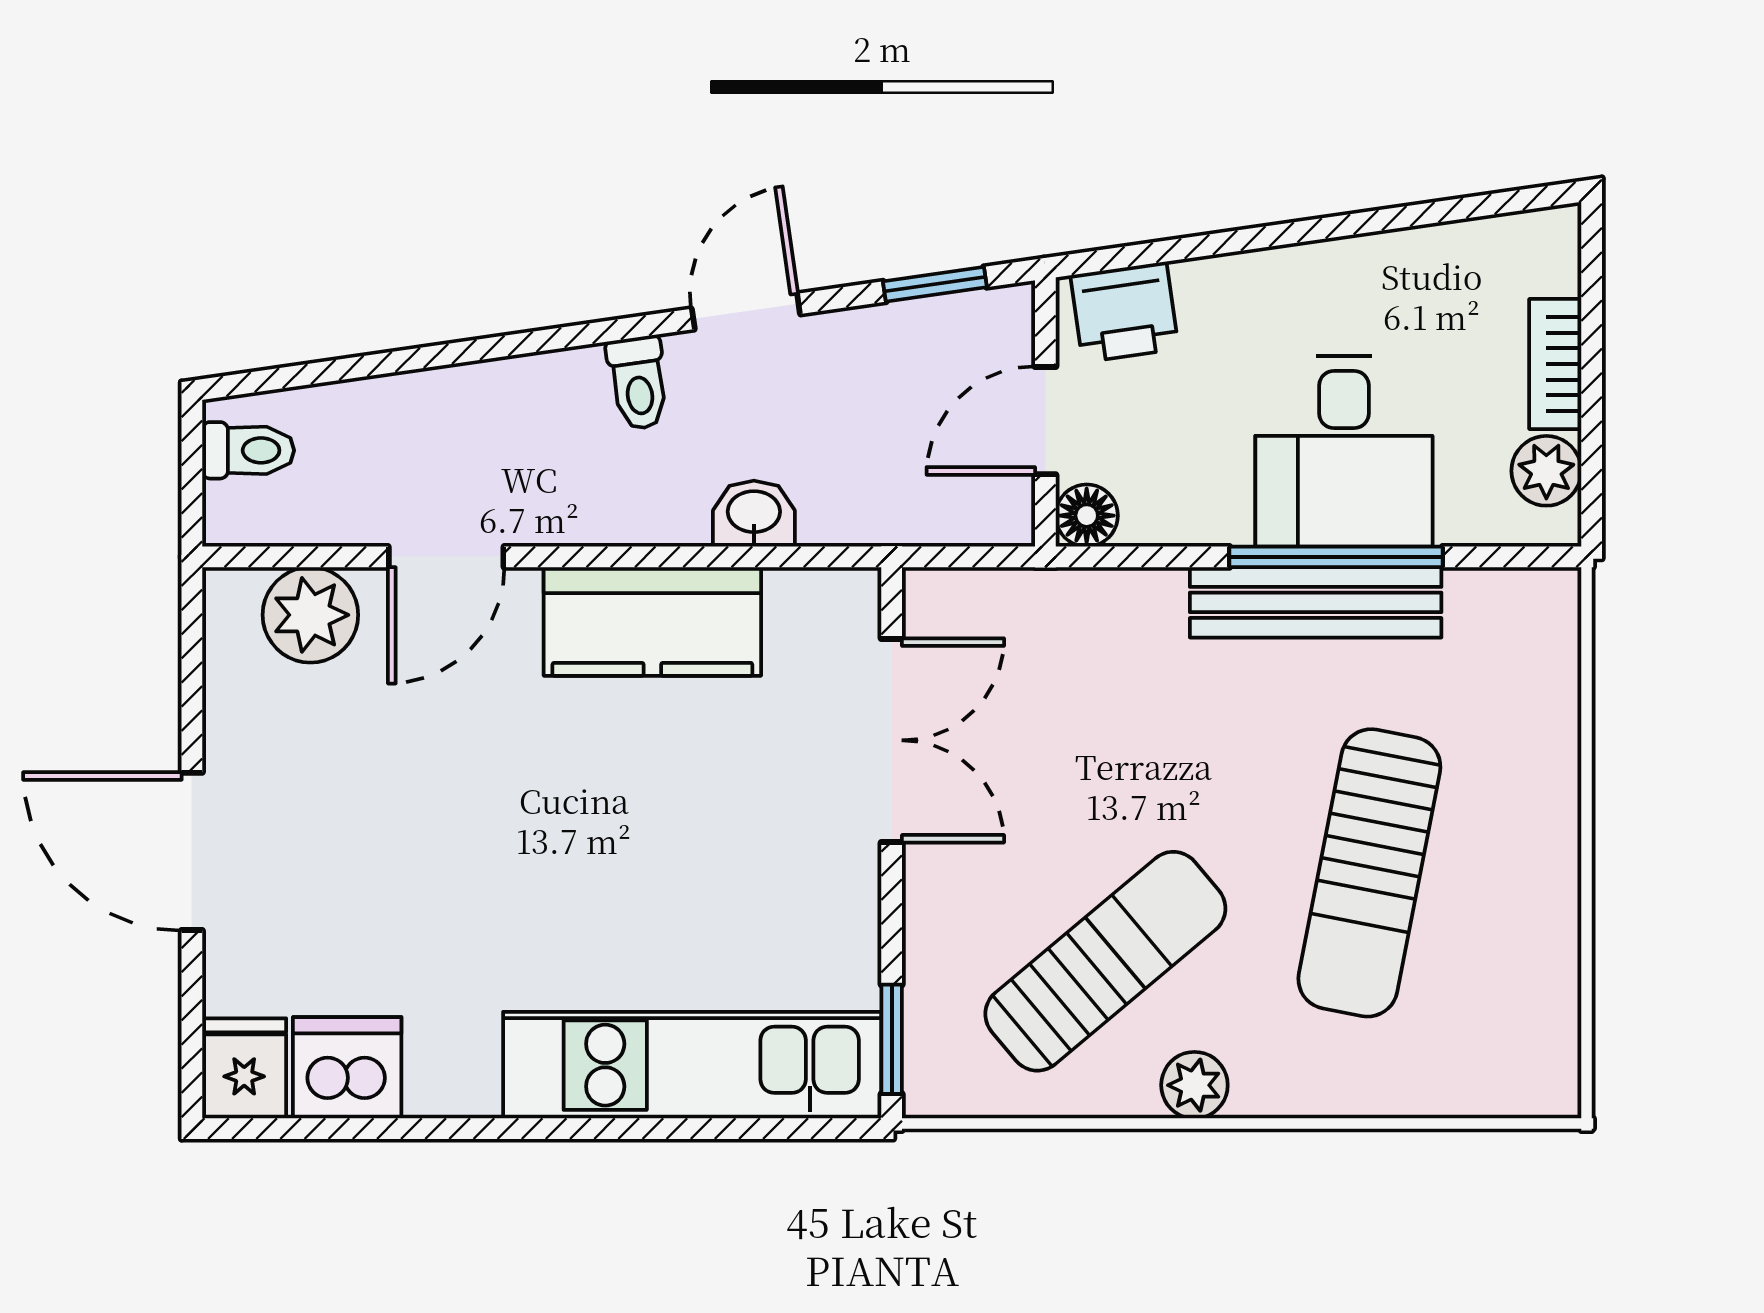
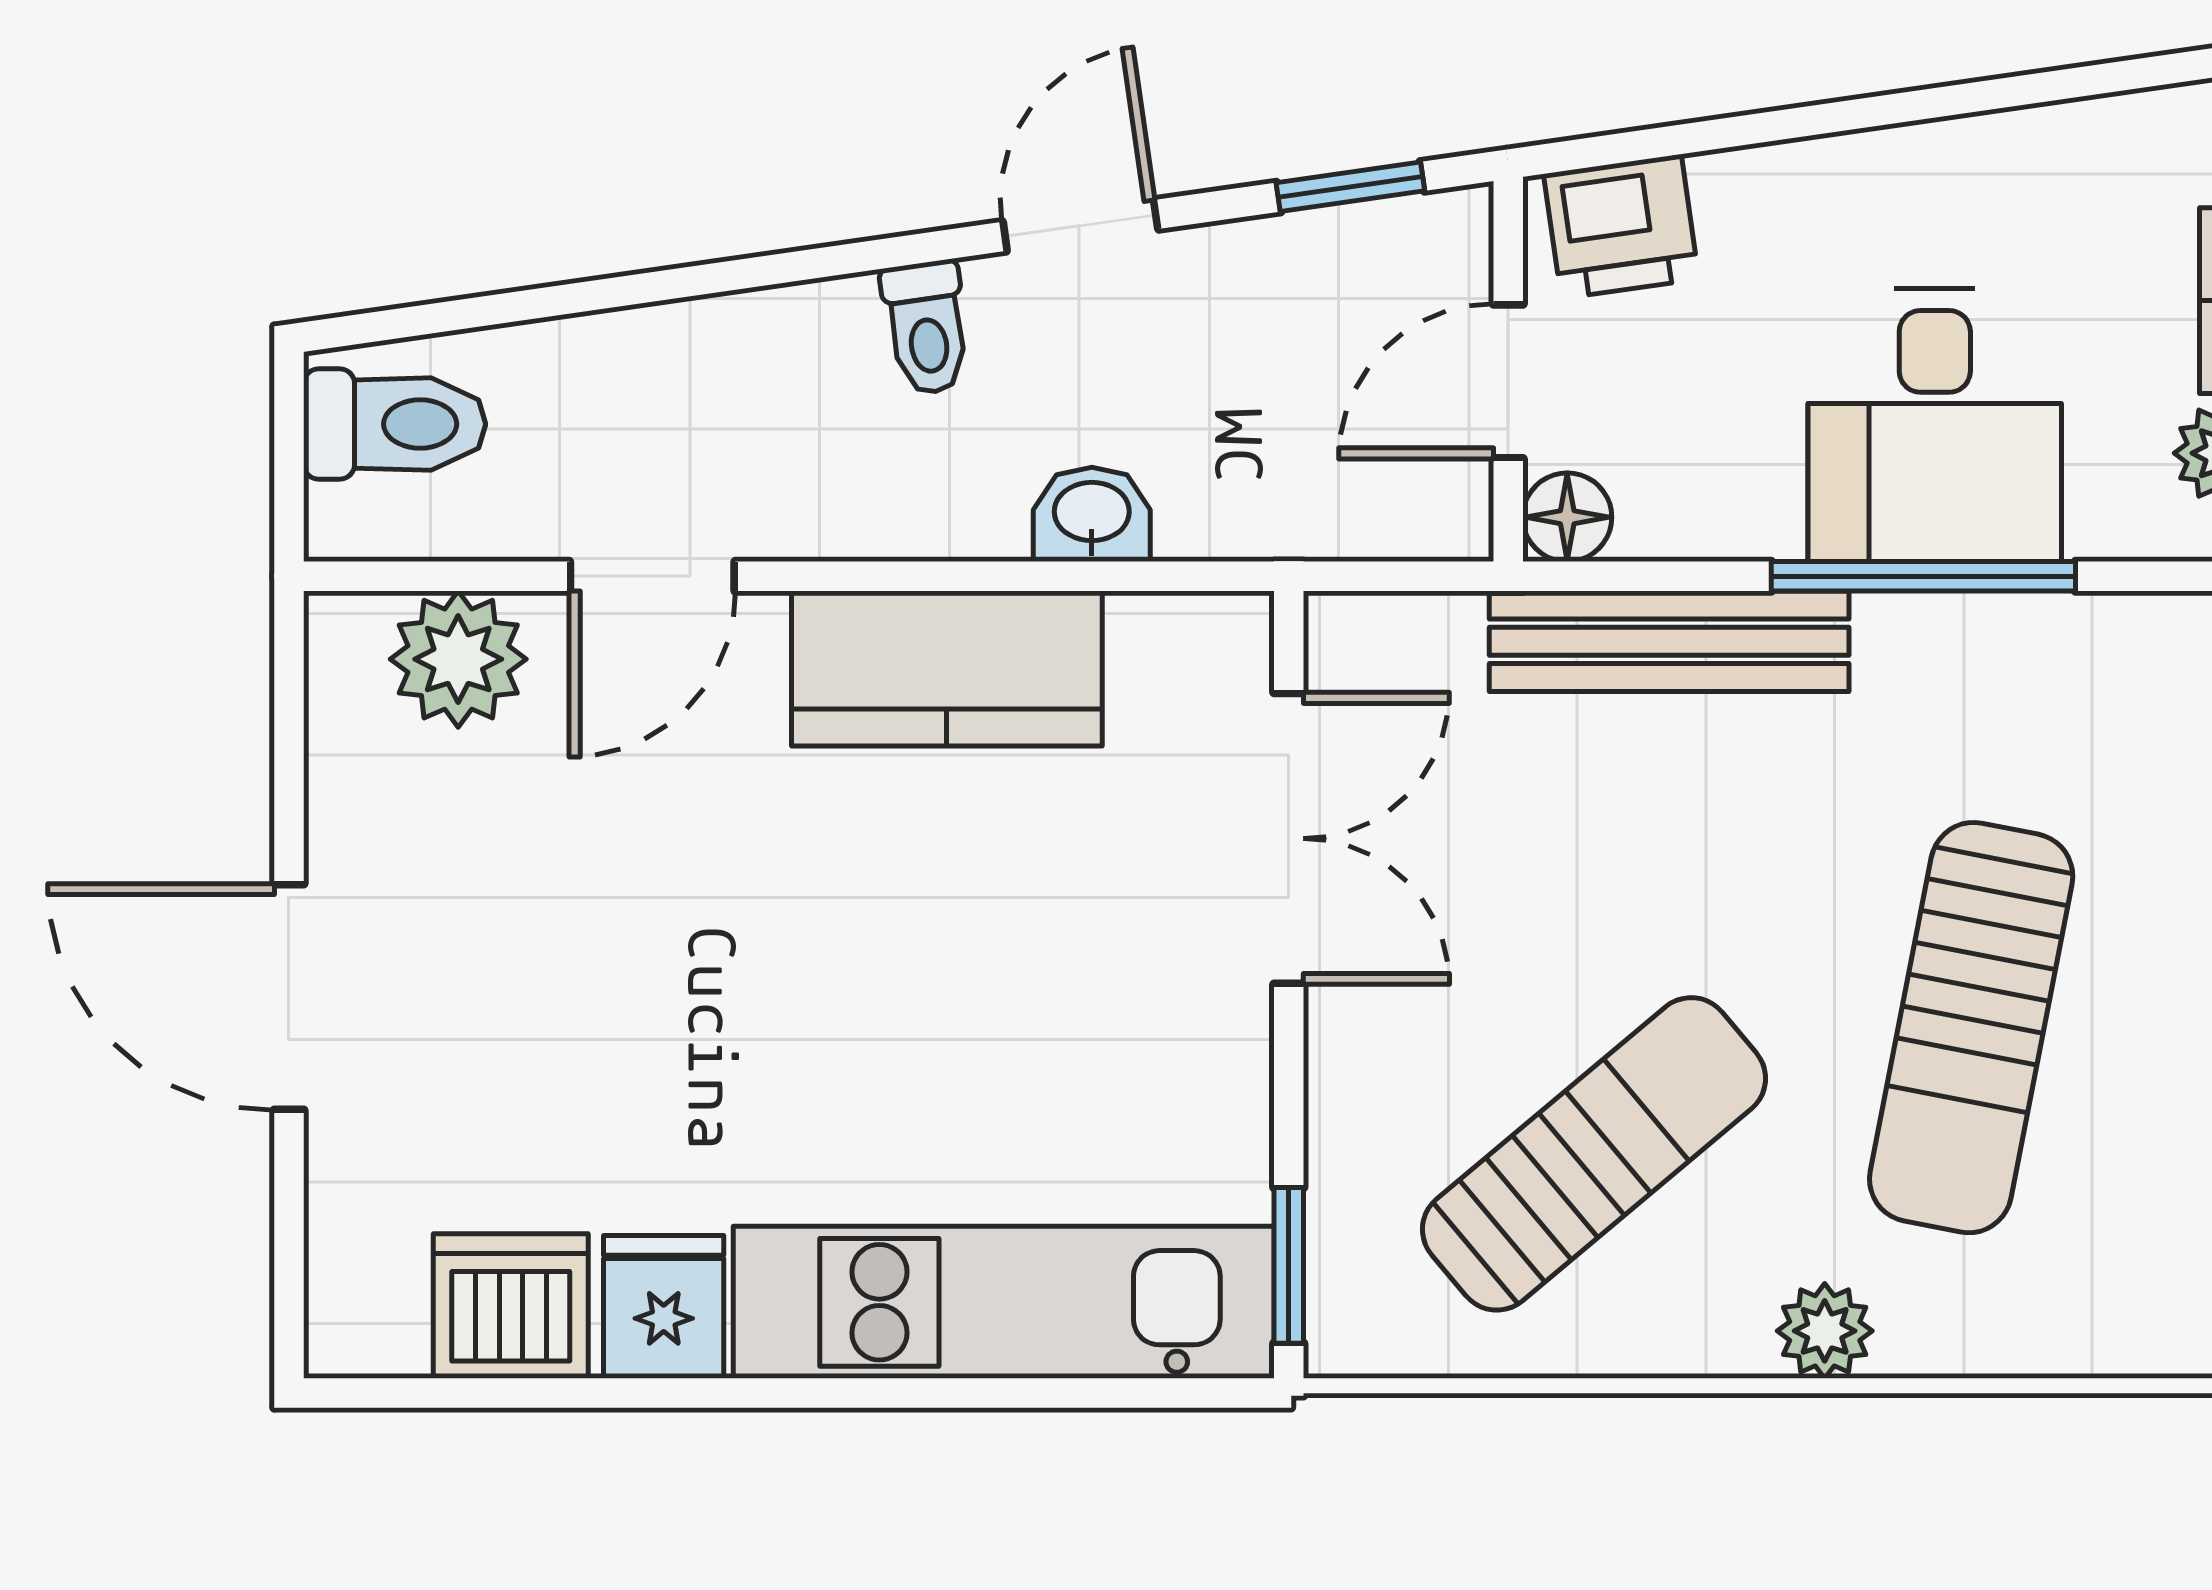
toilet: (248, 450) -> (395, 424), width x1.37, depth x1.39
bench: (1316, 602) -> (1669, 641), moved
fridge: (244, 1068) -> (664, 1307), moved
plant: (1194, 1085) -> (1825, 1331), moved

